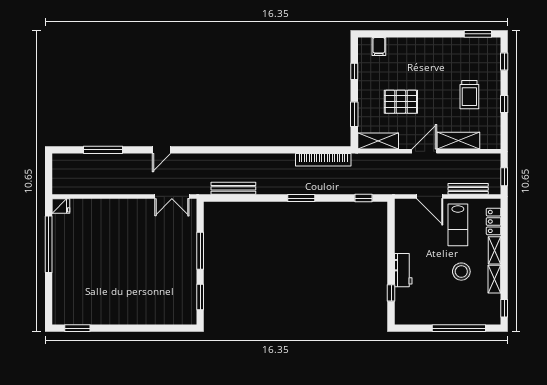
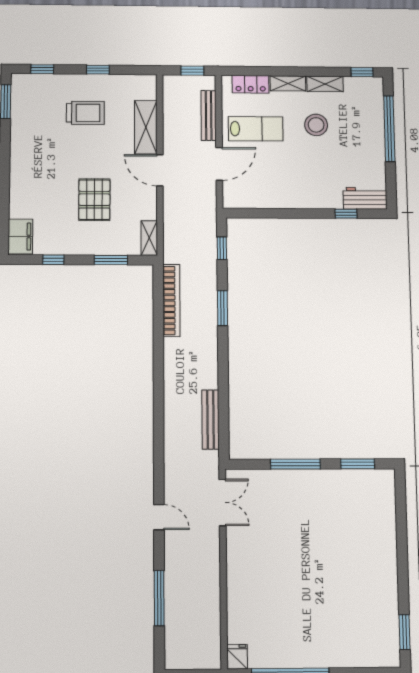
filing cabinet: (379, 47) -> (20, 237), width x2.00
shelving: (378, 141) -> (149, 238), width x0.67, depth x0.75
window: (301, 198) -> (222, 308), moved
workbench: (403, 270) -> (365, 198), moved

